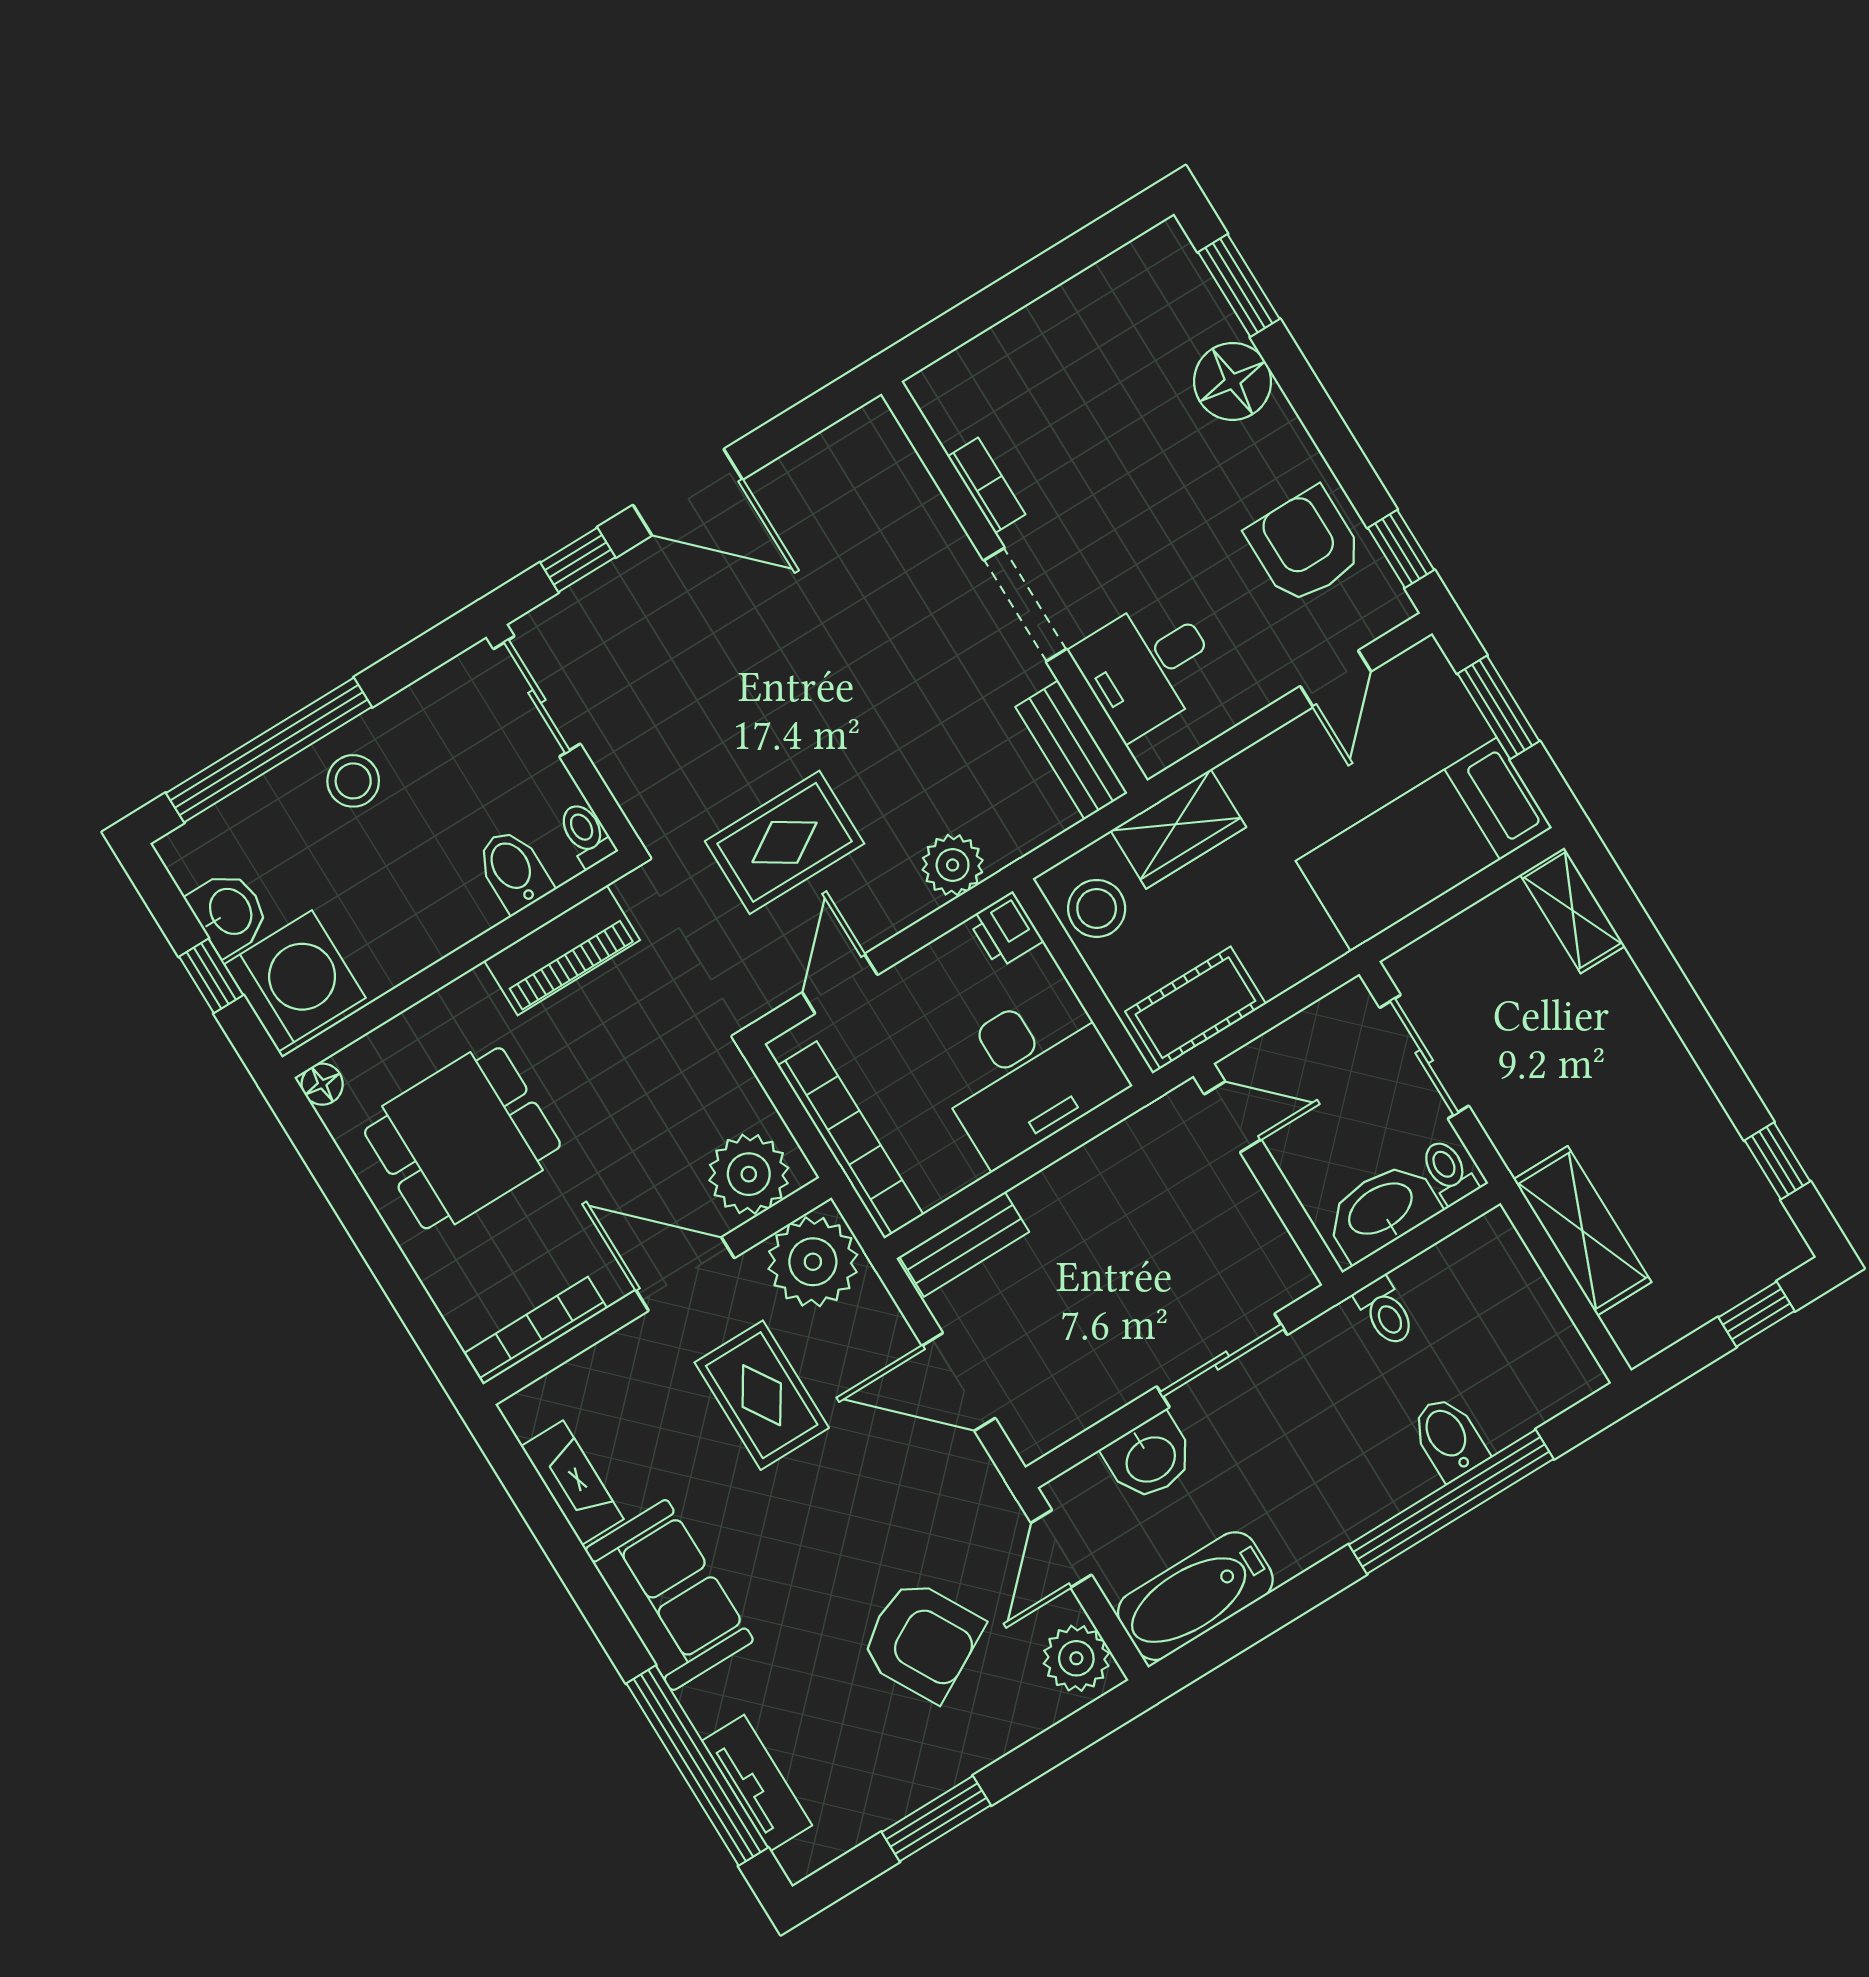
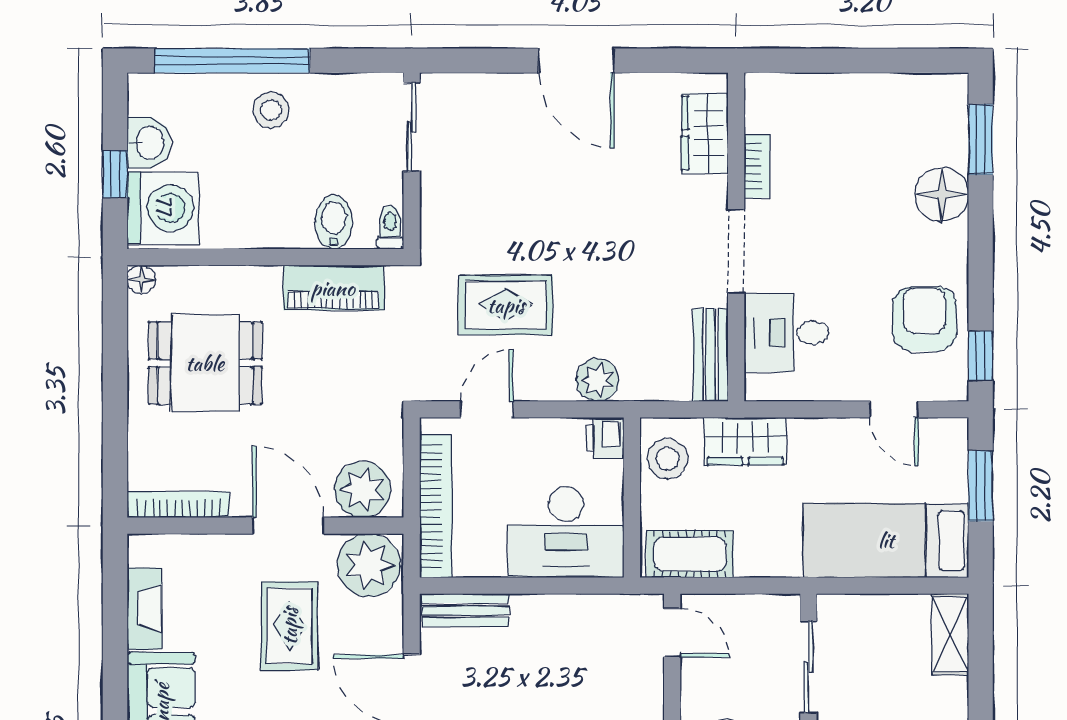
wardrobe: (898, 484) -> (705, 133), added
window: (578, 560) -> (486, 61), removed
door: (1336, 679) -> (894, 409), hinge flipped

